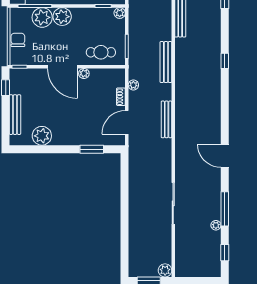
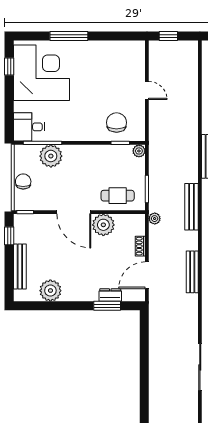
plant: (62, 17) -> (74, 155), removed
plant: (84, 73) -> (103, 225), width x1.88, depth x1.88
plant: (133, 85) -> (155, 219), moved
dresser: (94, 140) -> (110, 295), added

